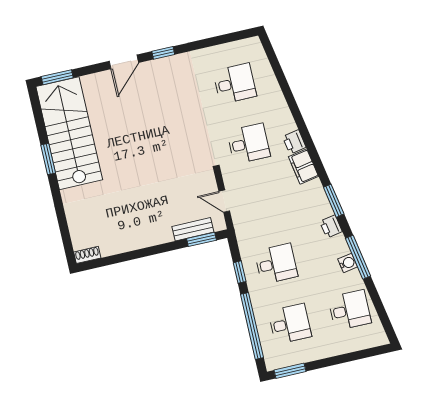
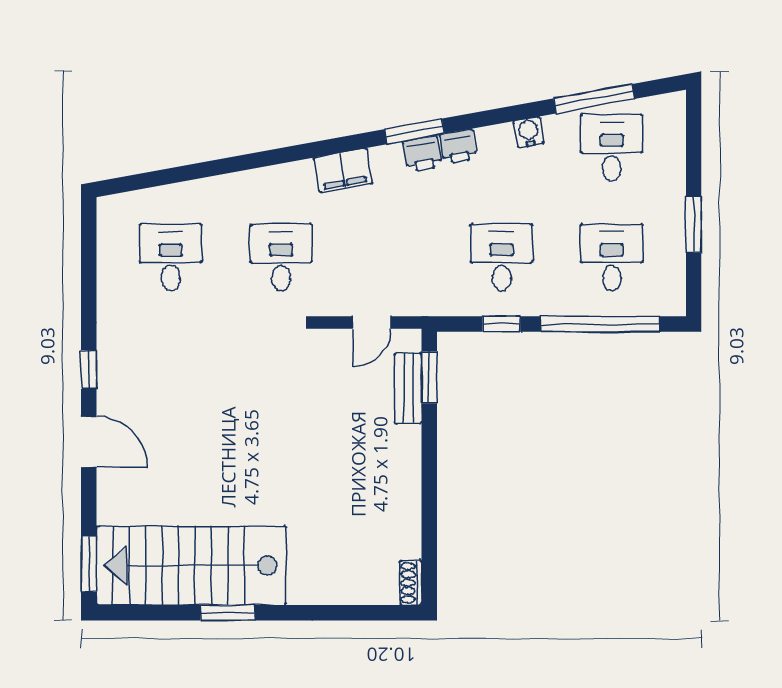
printer: (294, 142) -> (423, 154), moved
window: (358, 257) -> (594, 99), moved
window: (290, 371) -> (694, 225), moved

